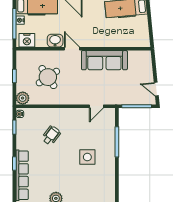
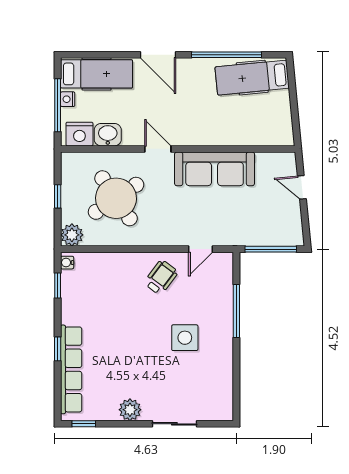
washbasin: (55, 41) -> (108, 135), moved
round table: (48, 77) -> (116, 198), width x1.36, depth x1.36
door: (156, 89) -> (302, 187), moved
wheelchair: (51, 135) -> (161, 277), moved

